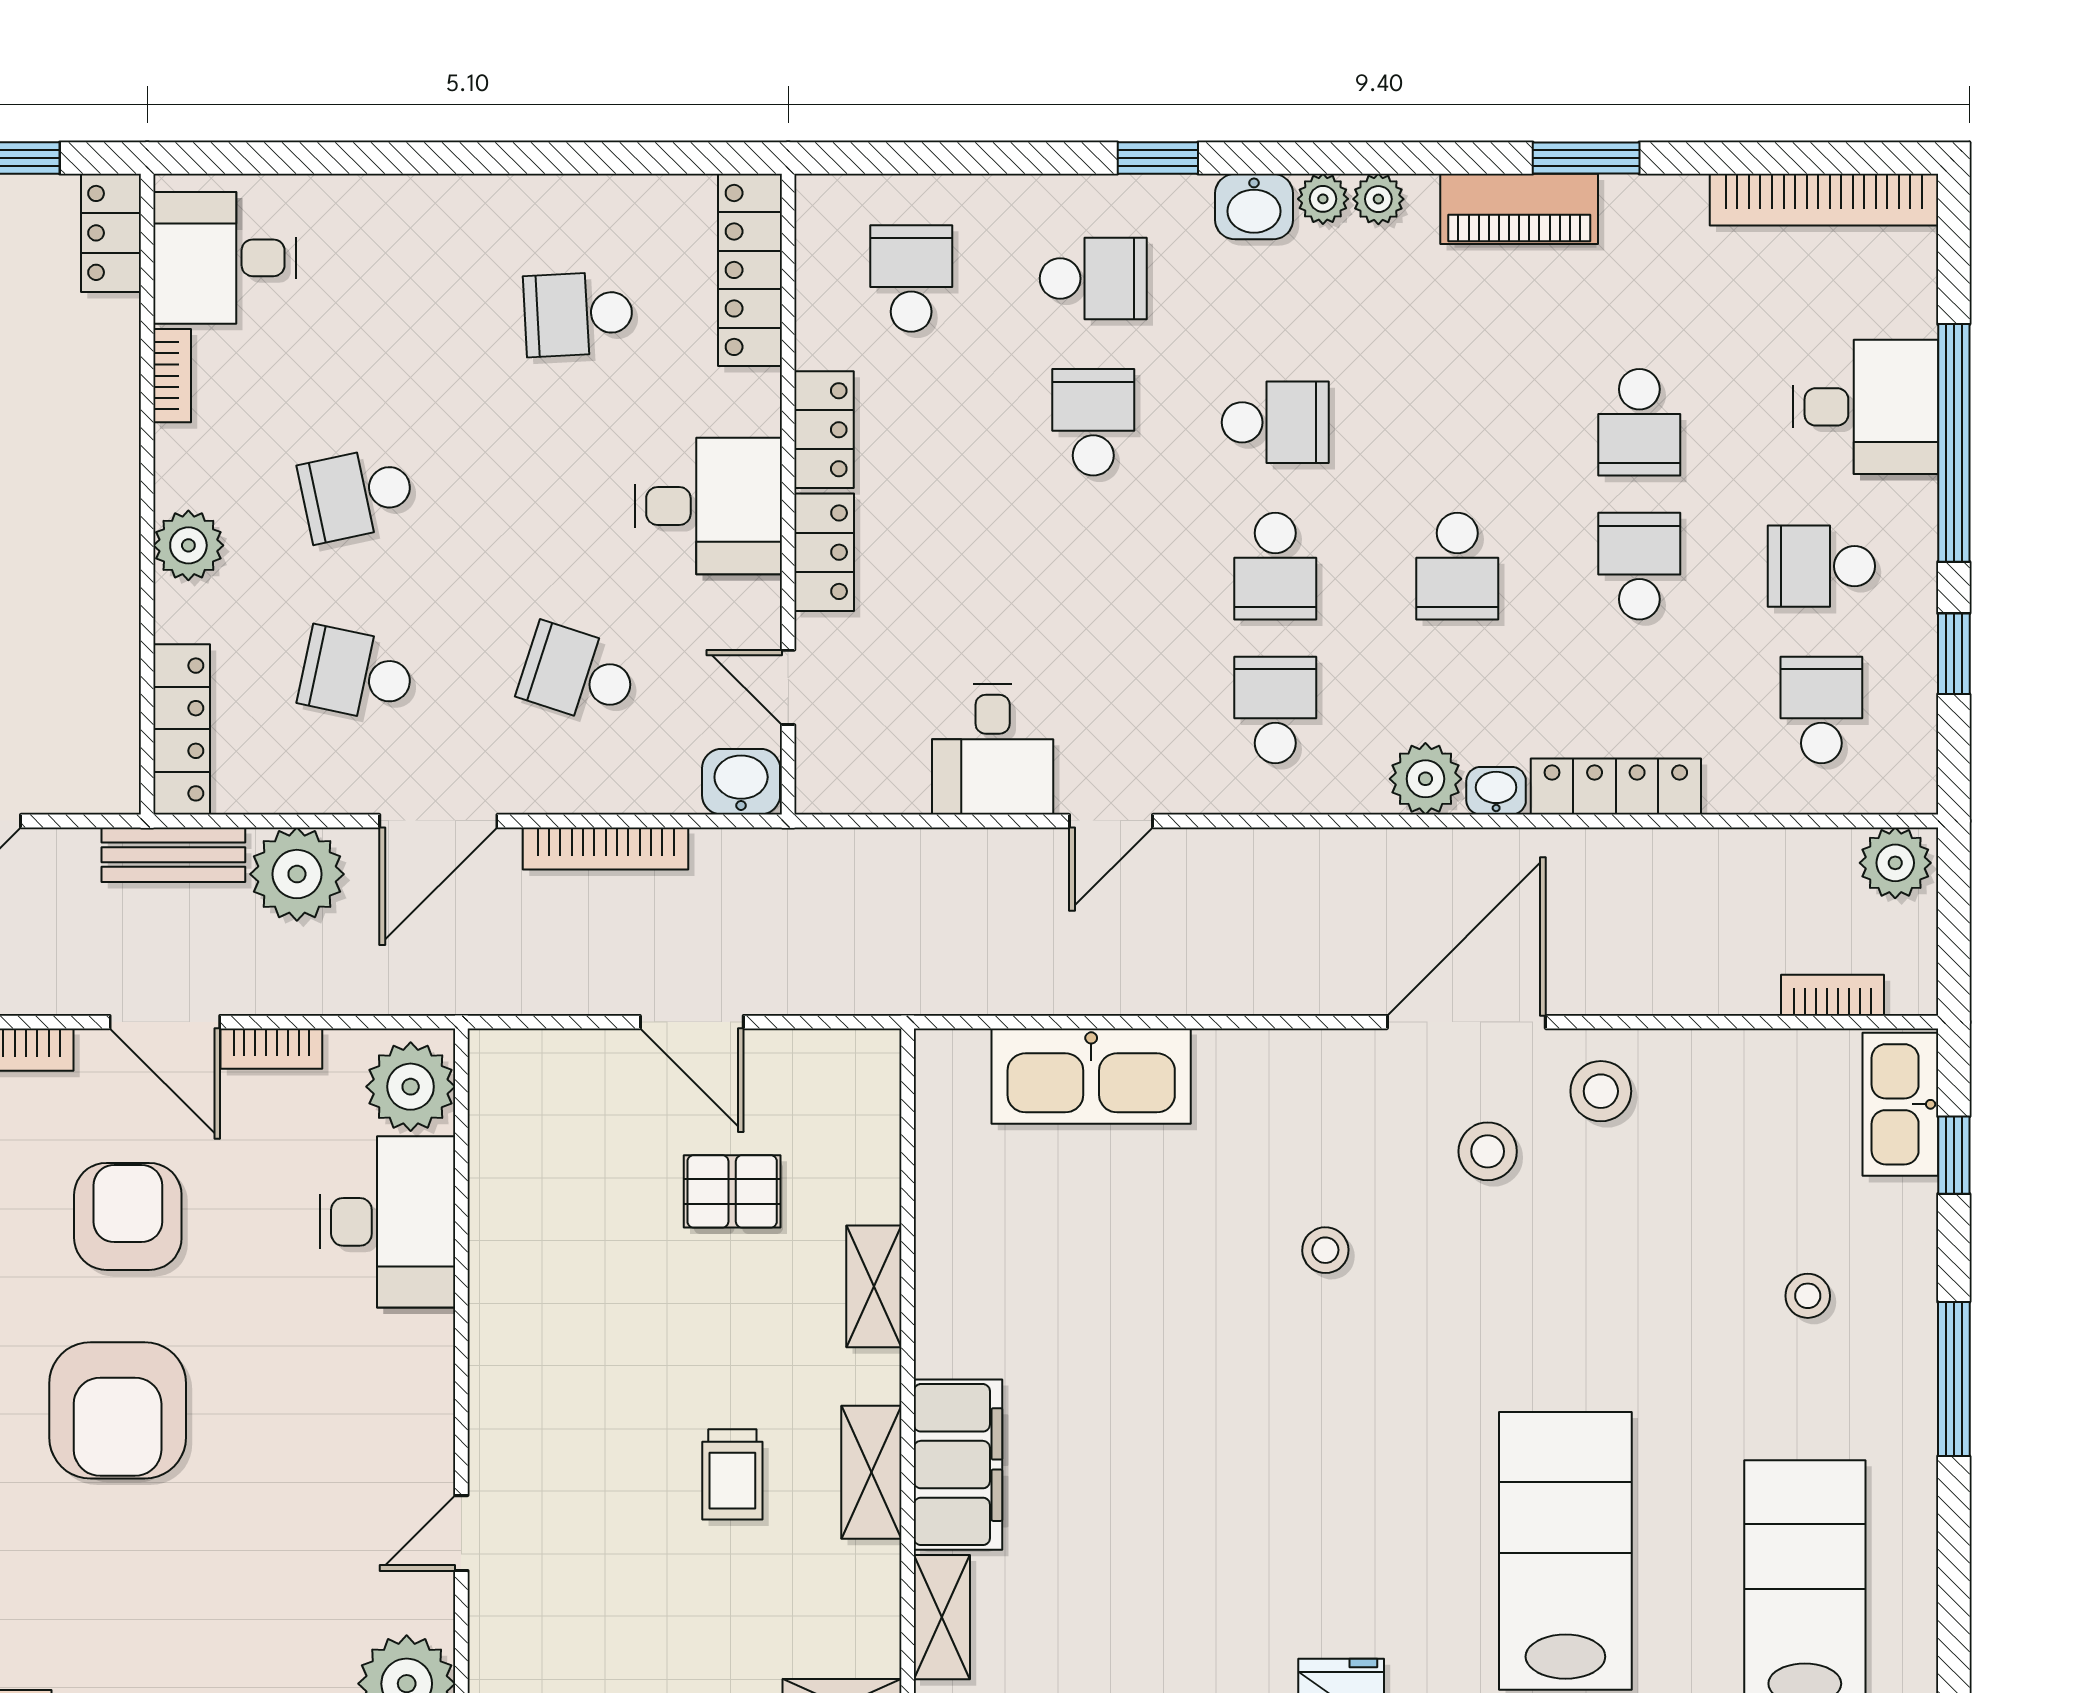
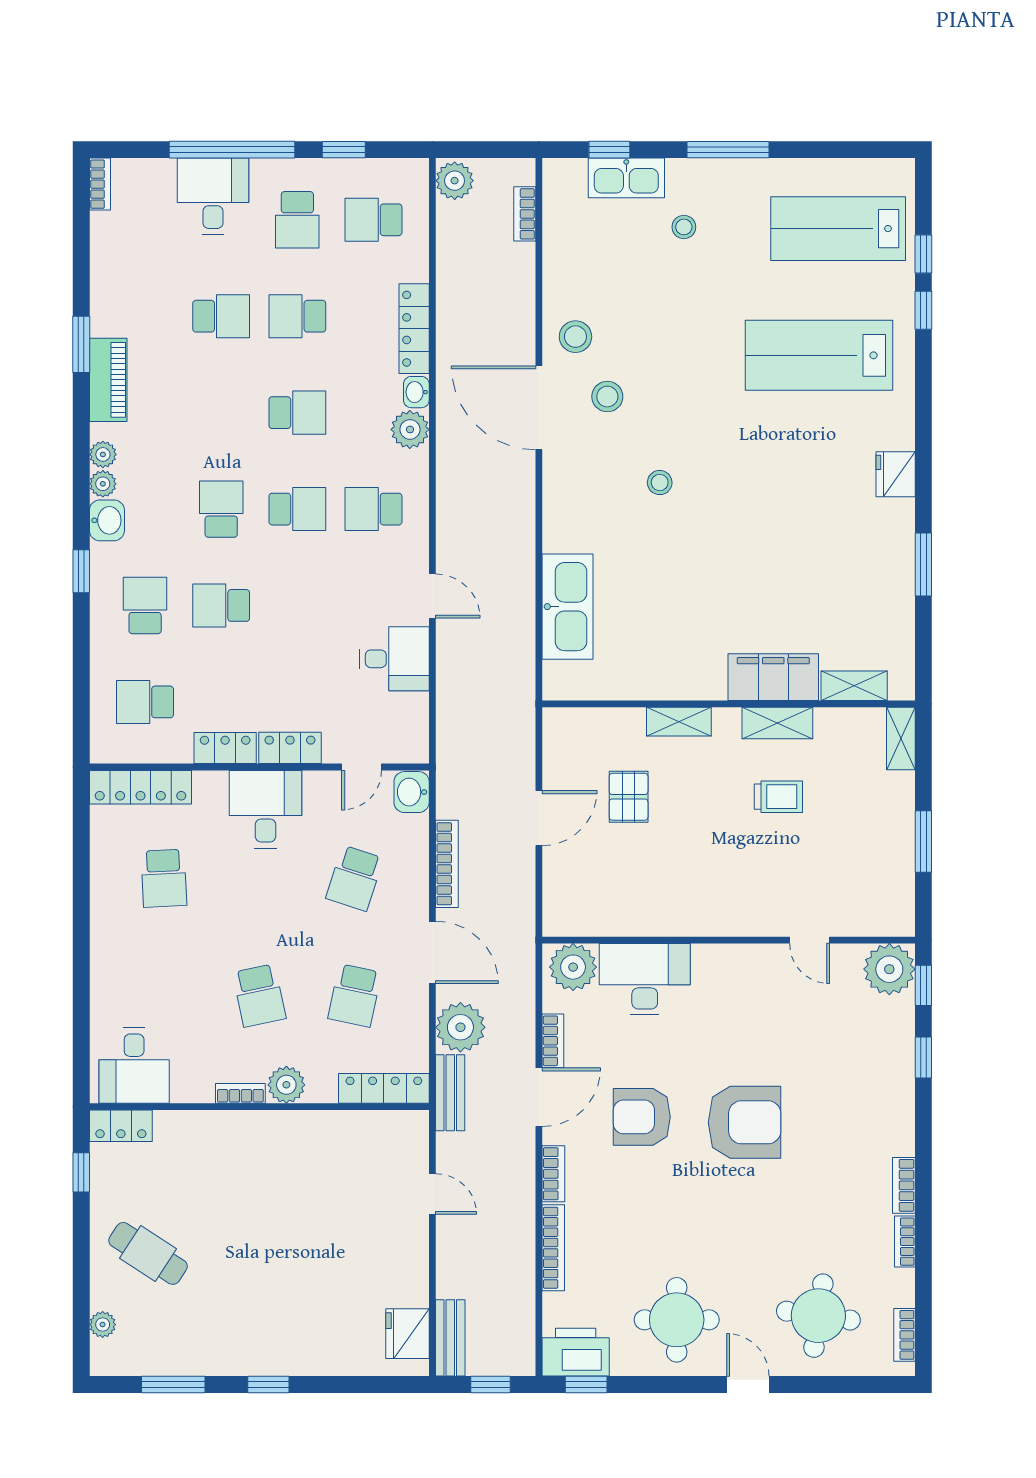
bookcase: (1824, 200) -> (100, 184), width x0.43, depth x0.76
bookcase: (172, 376) -> (240, 1093), moved
kitchen sink: (1900, 1104) -> (626, 178), moved

